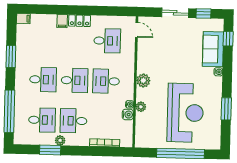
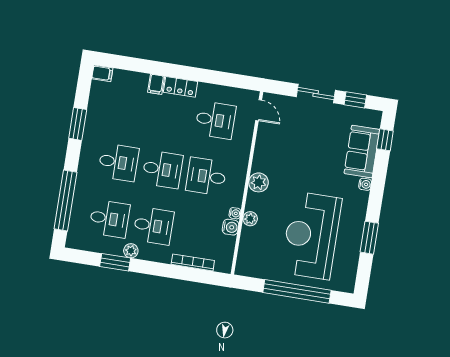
reception desk: (185, 113) -> (311, 235), turned 180
desk: (73, 121) -> (153, 226), turned 180

